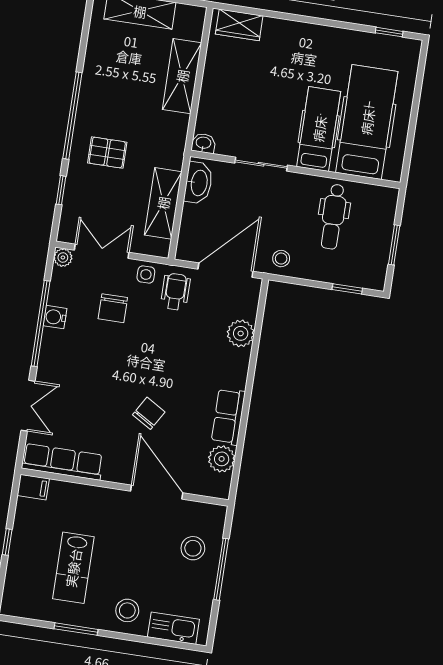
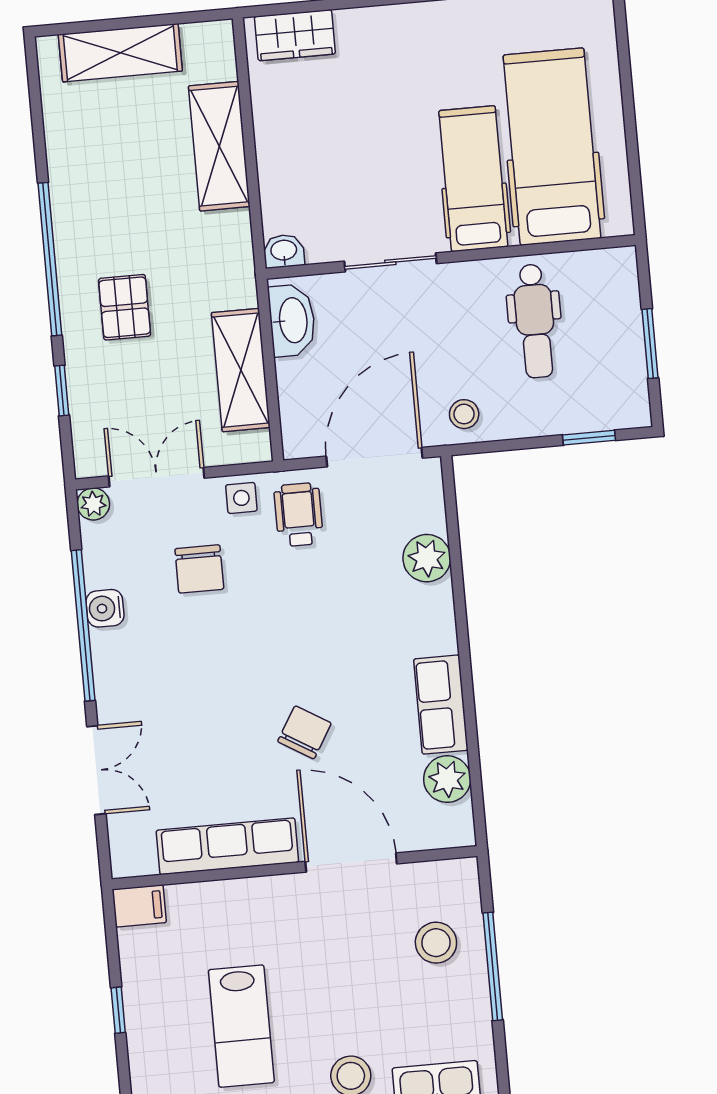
pallet: (107, 153) -> (125, 307), turned 90
row of seats: (63, 462) -> (227, 846), moved

